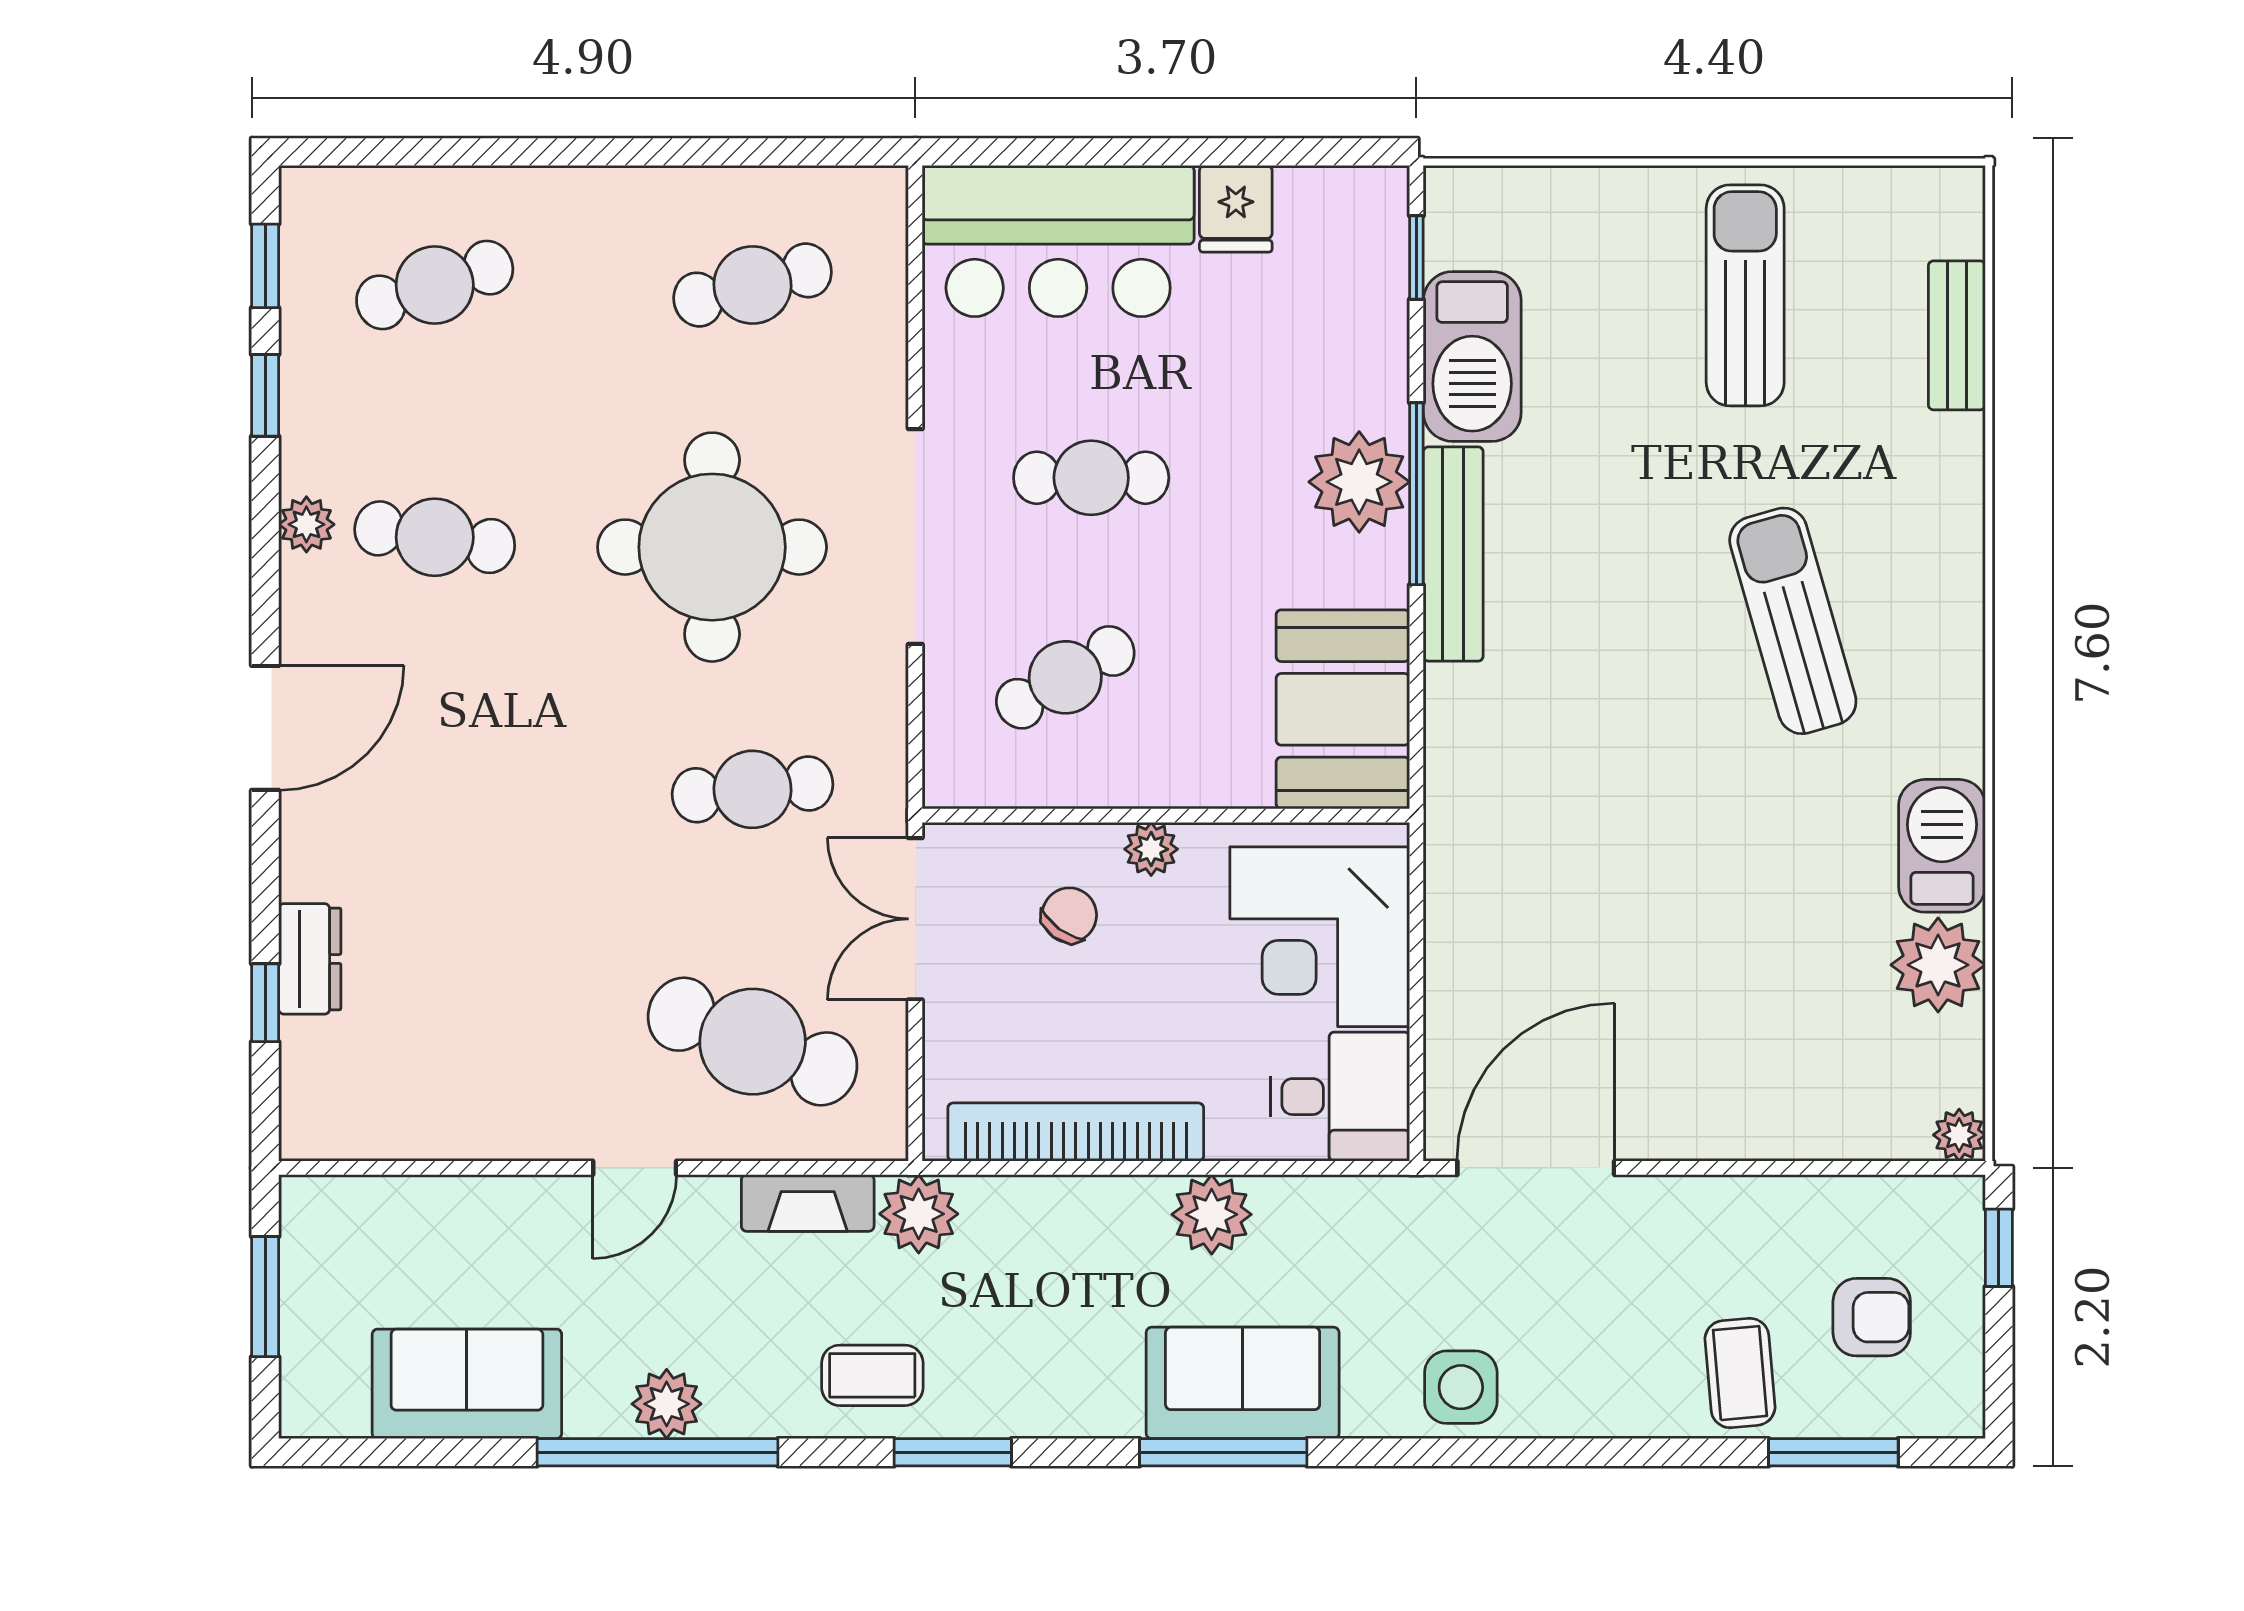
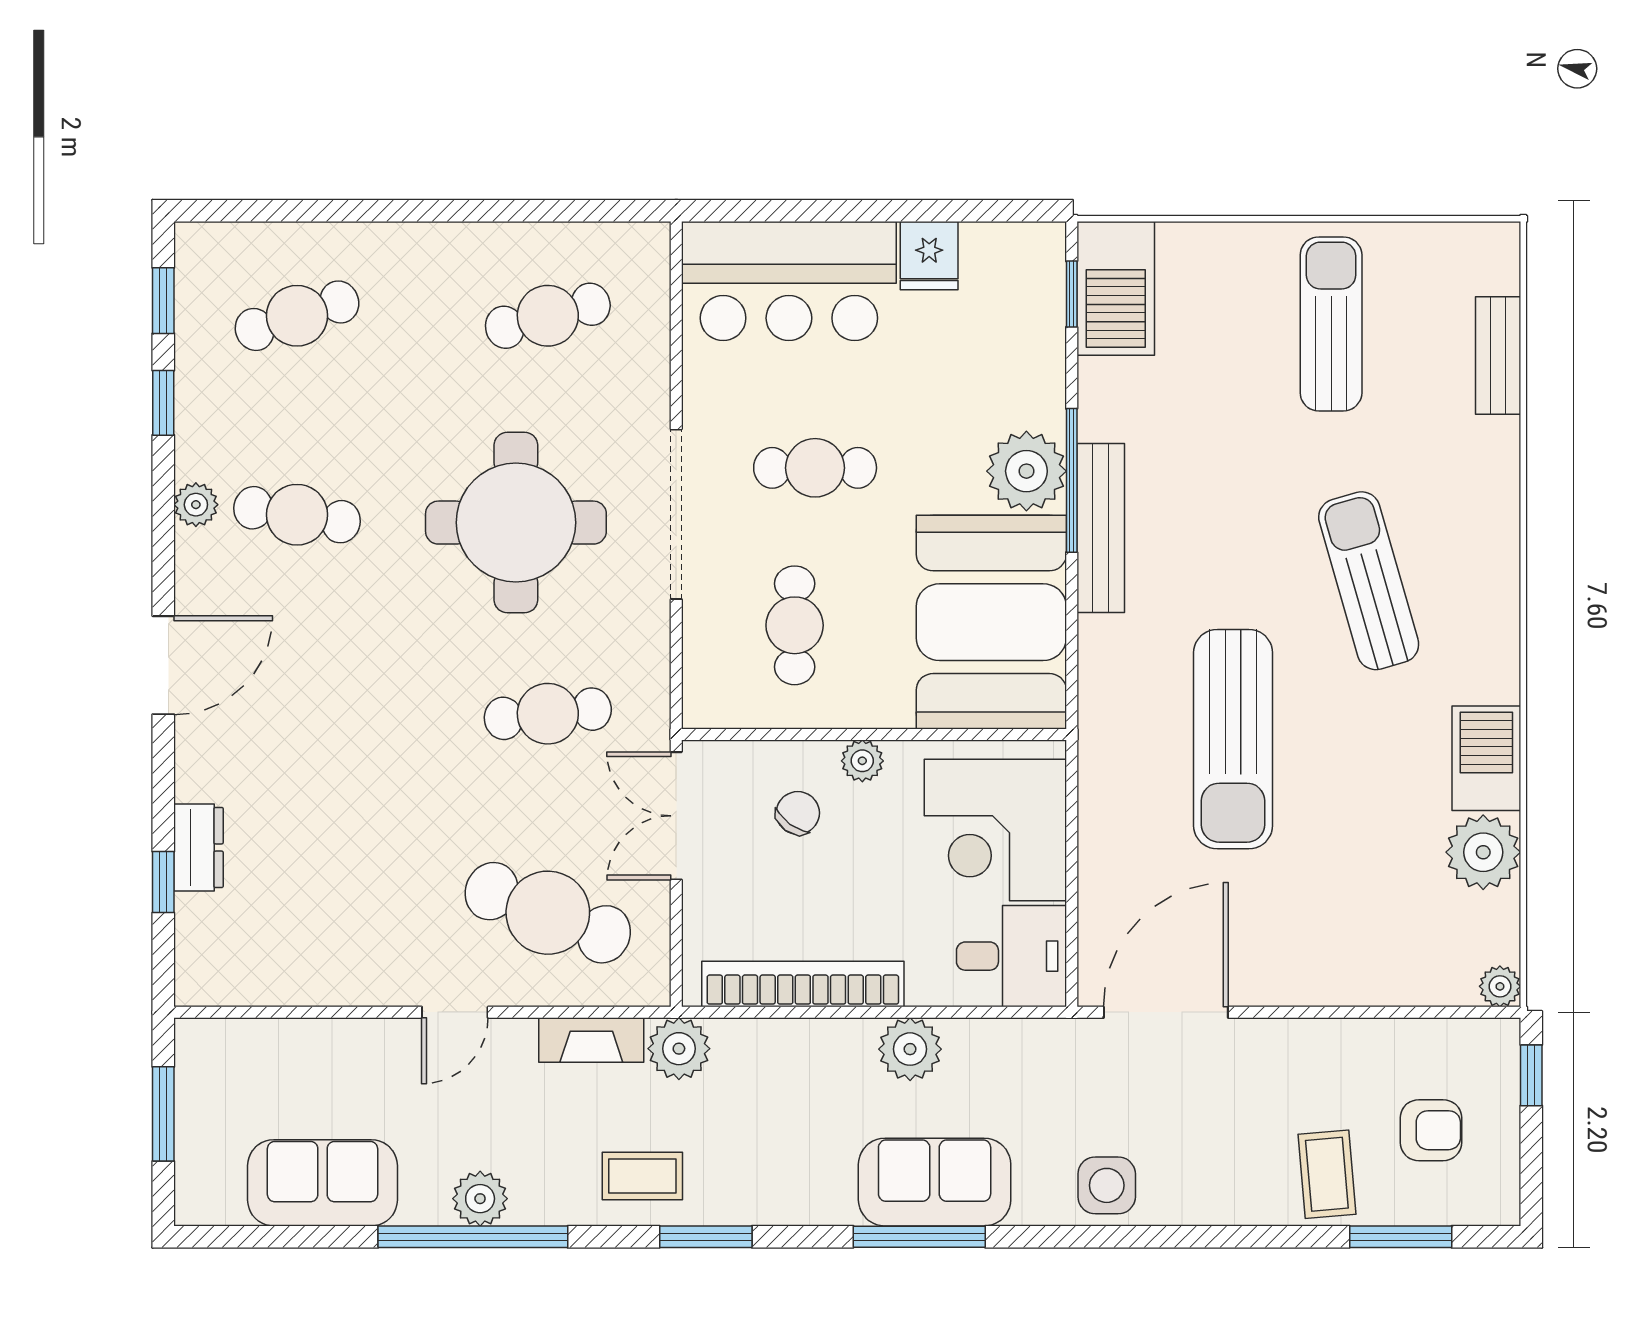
barbecue: (1472, 356) -> (1116, 288), moved
cafe table: (1065, 677) -> (795, 625), turned -60
booth: (1343, 709) -> (991, 622), width x1.36, depth x1.42
sun lounger: (1621, 822) -> (1233, 739), added

